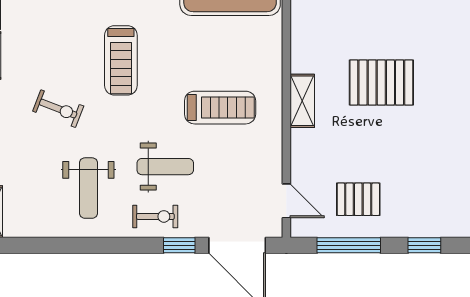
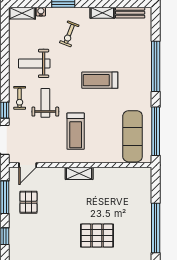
pallet: (381, 83) -> (97, 236), moved, turned 90
exercise bike: (58, 109) -> (69, 34), moved
weight bench: (165, 167) -> (45, 103), turned 180

